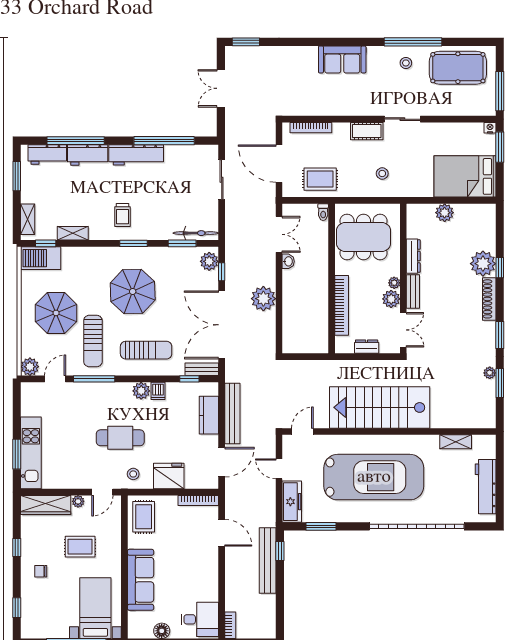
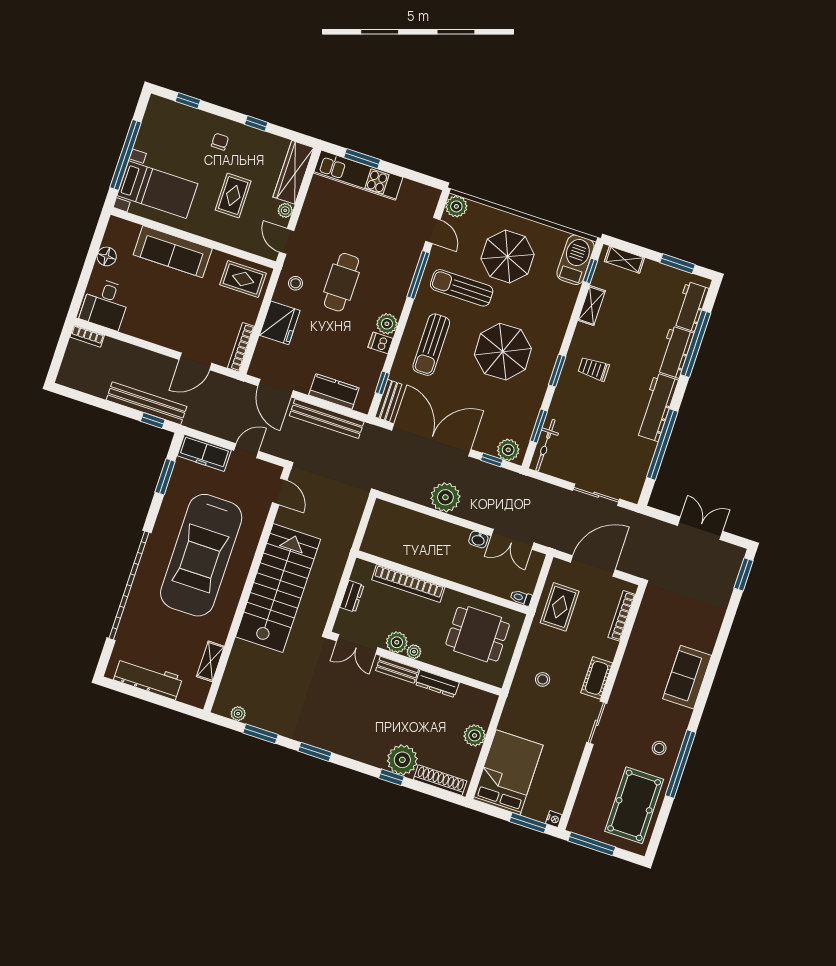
dining table: (364, 237) -> (478, 634), width x0.73
shoe rack: (489, 299) -> (440, 780), moved
plant: (490, 373) -> (238, 714), moved

